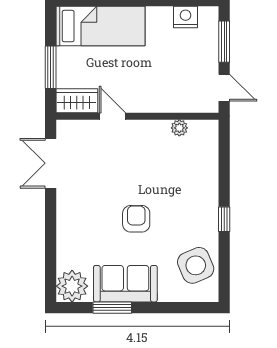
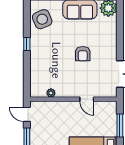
wardrobe: (77, 101) -> (106, 107), removed
armchair: (136, 219) -> (83, 54), moved

